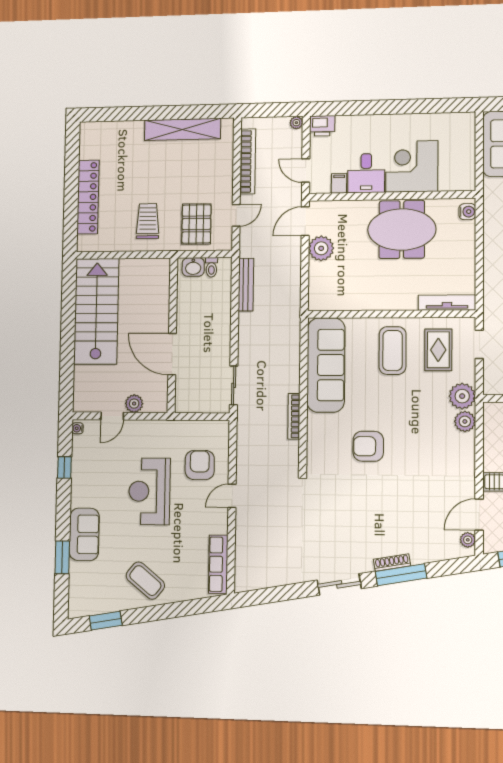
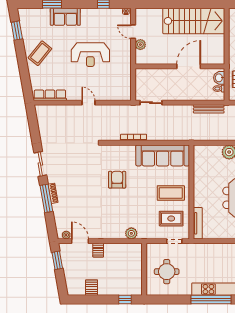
door: (172, 354) -> (189, 66), moved
plant: (462, 396) -> (145, 232), removed
armchair: (200, 465) -> (106, 84), removed
reception desk: (149, 491) -> (90, 55), turned 180

